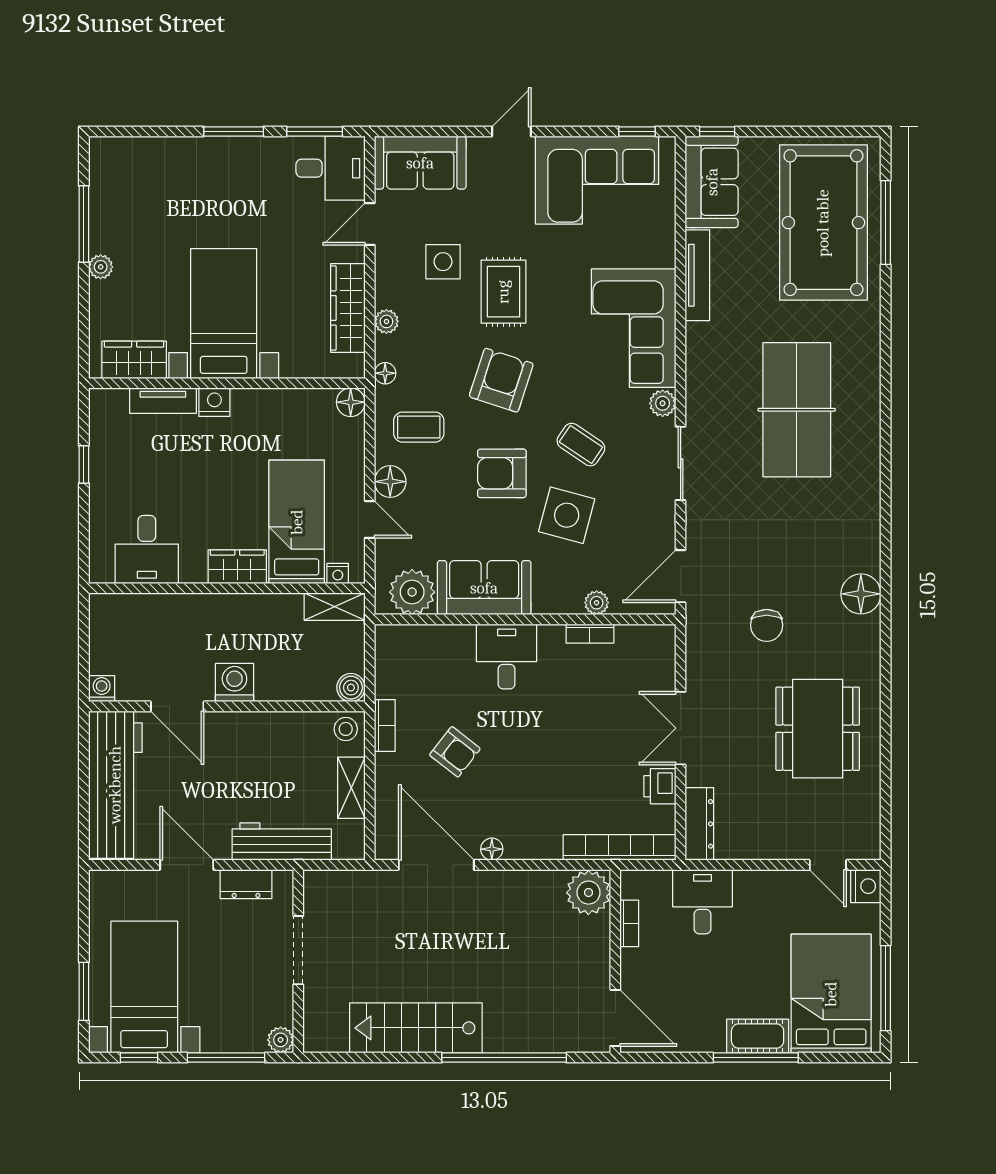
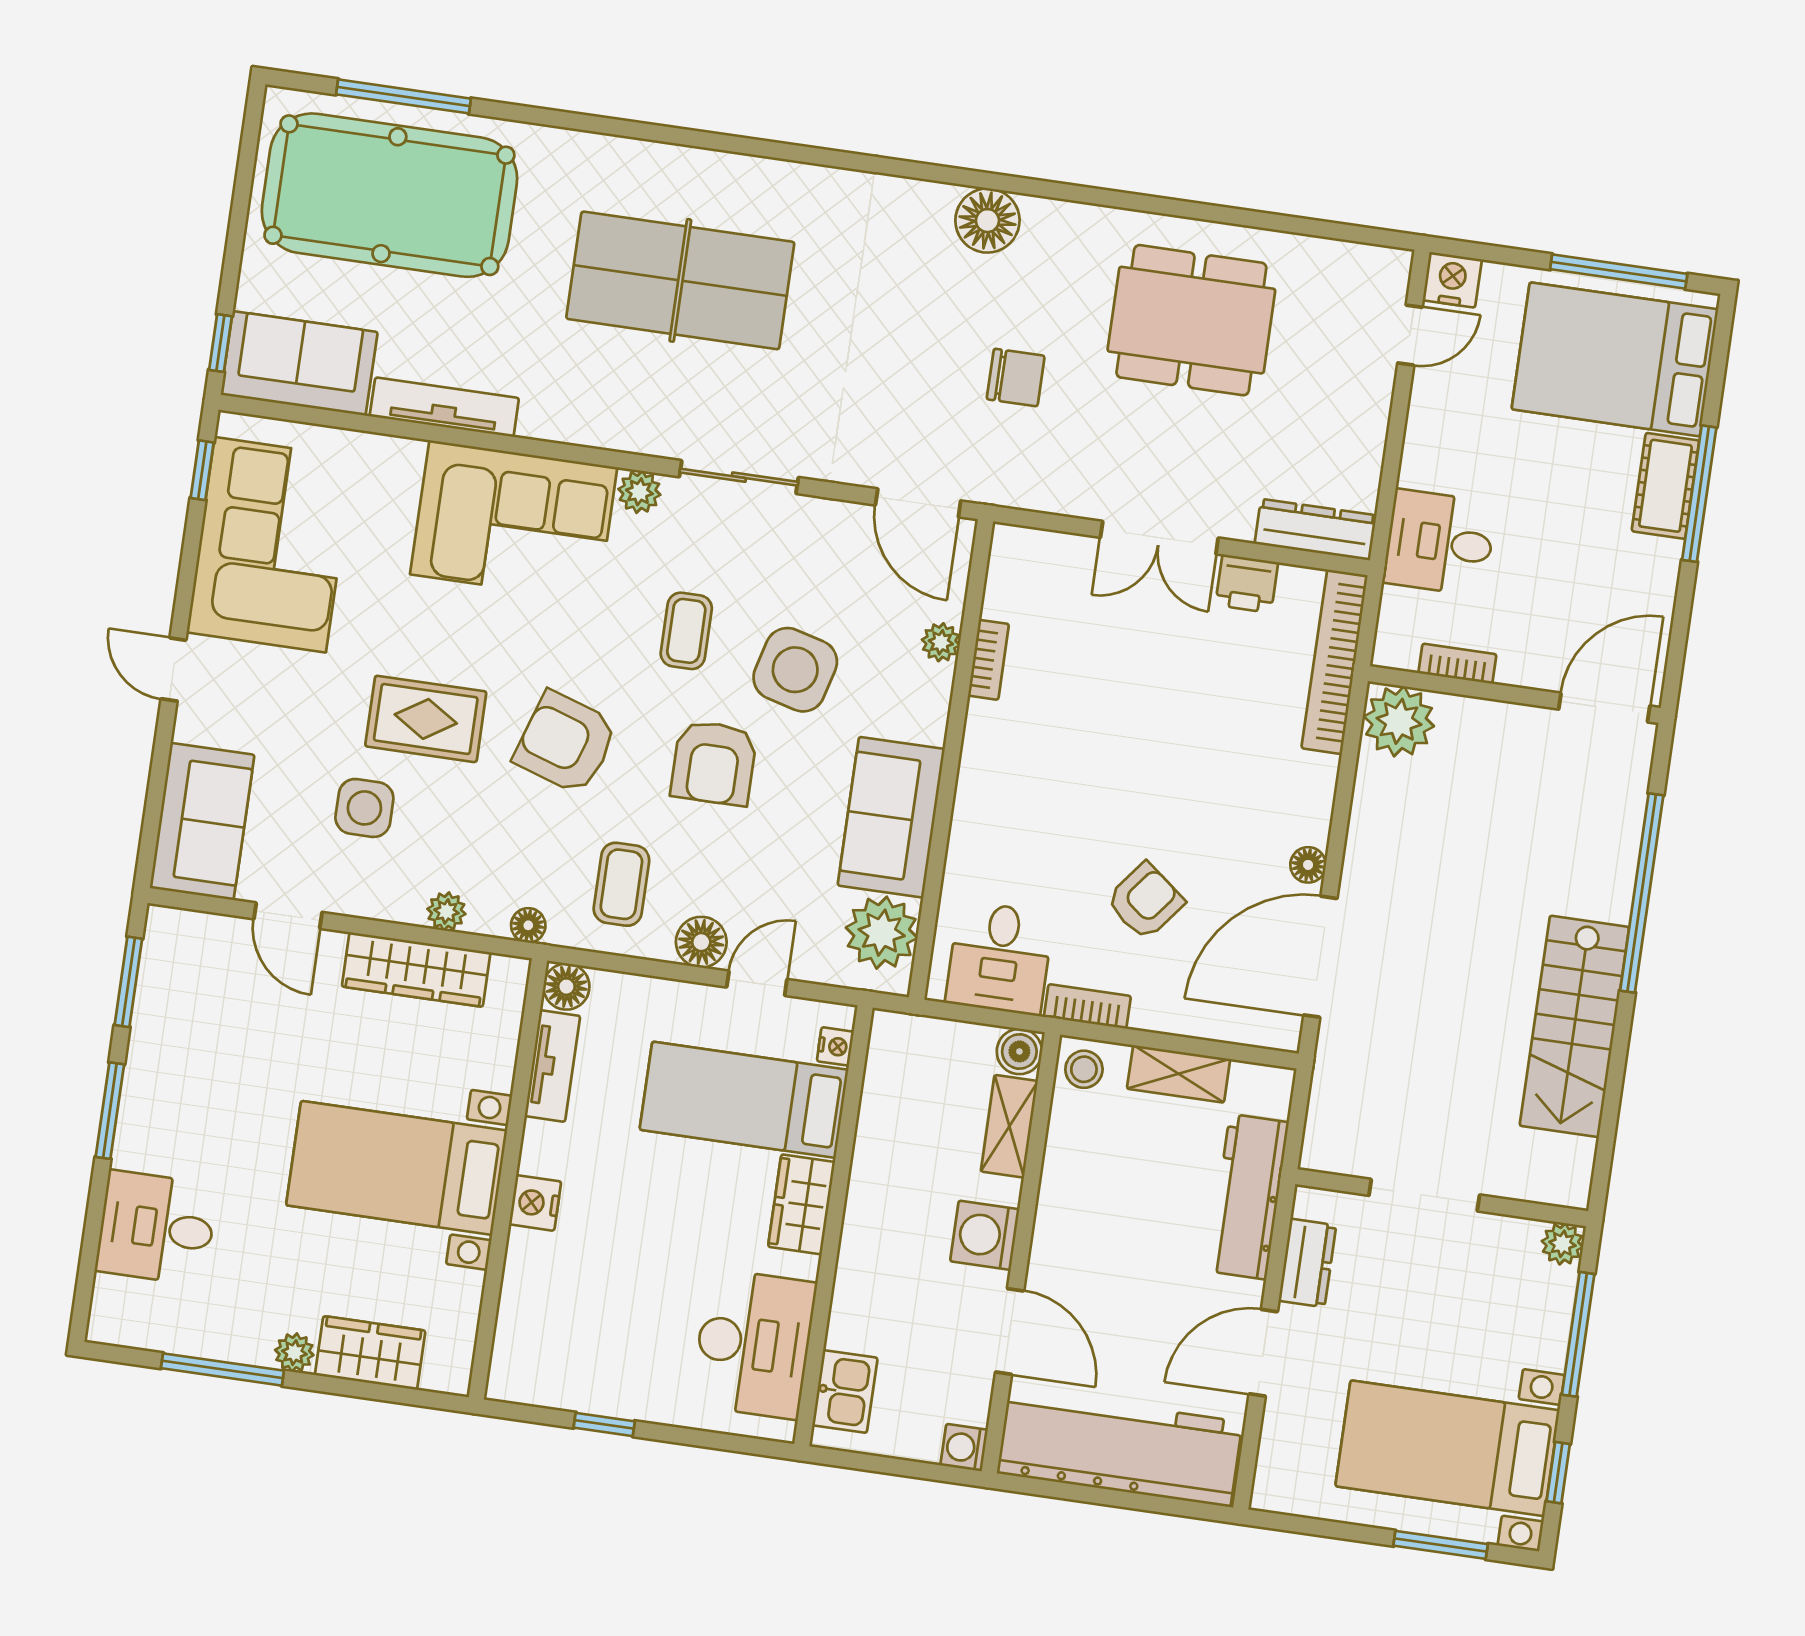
desk: (331, 168) -> (157, 1228), moved, turned -90
wardrobe: (134, 360) -> (370, 1353), moved, turned 90
tv unit: (163, 401) -> (552, 1066), moved
coffee table: (581, 445) -> (686, 631), turned -34
desk: (147, 550) -> (754, 1344), width x1.37
shelving: (335, 607) -> (1009, 1126), moved
kitchen sink: (126, 610) -> (845, 1392), added
desk: (507, 656) -> (1000, 958), moved, turned -90
door: (177, 706) -> (1010, 1331), hinge flipped

